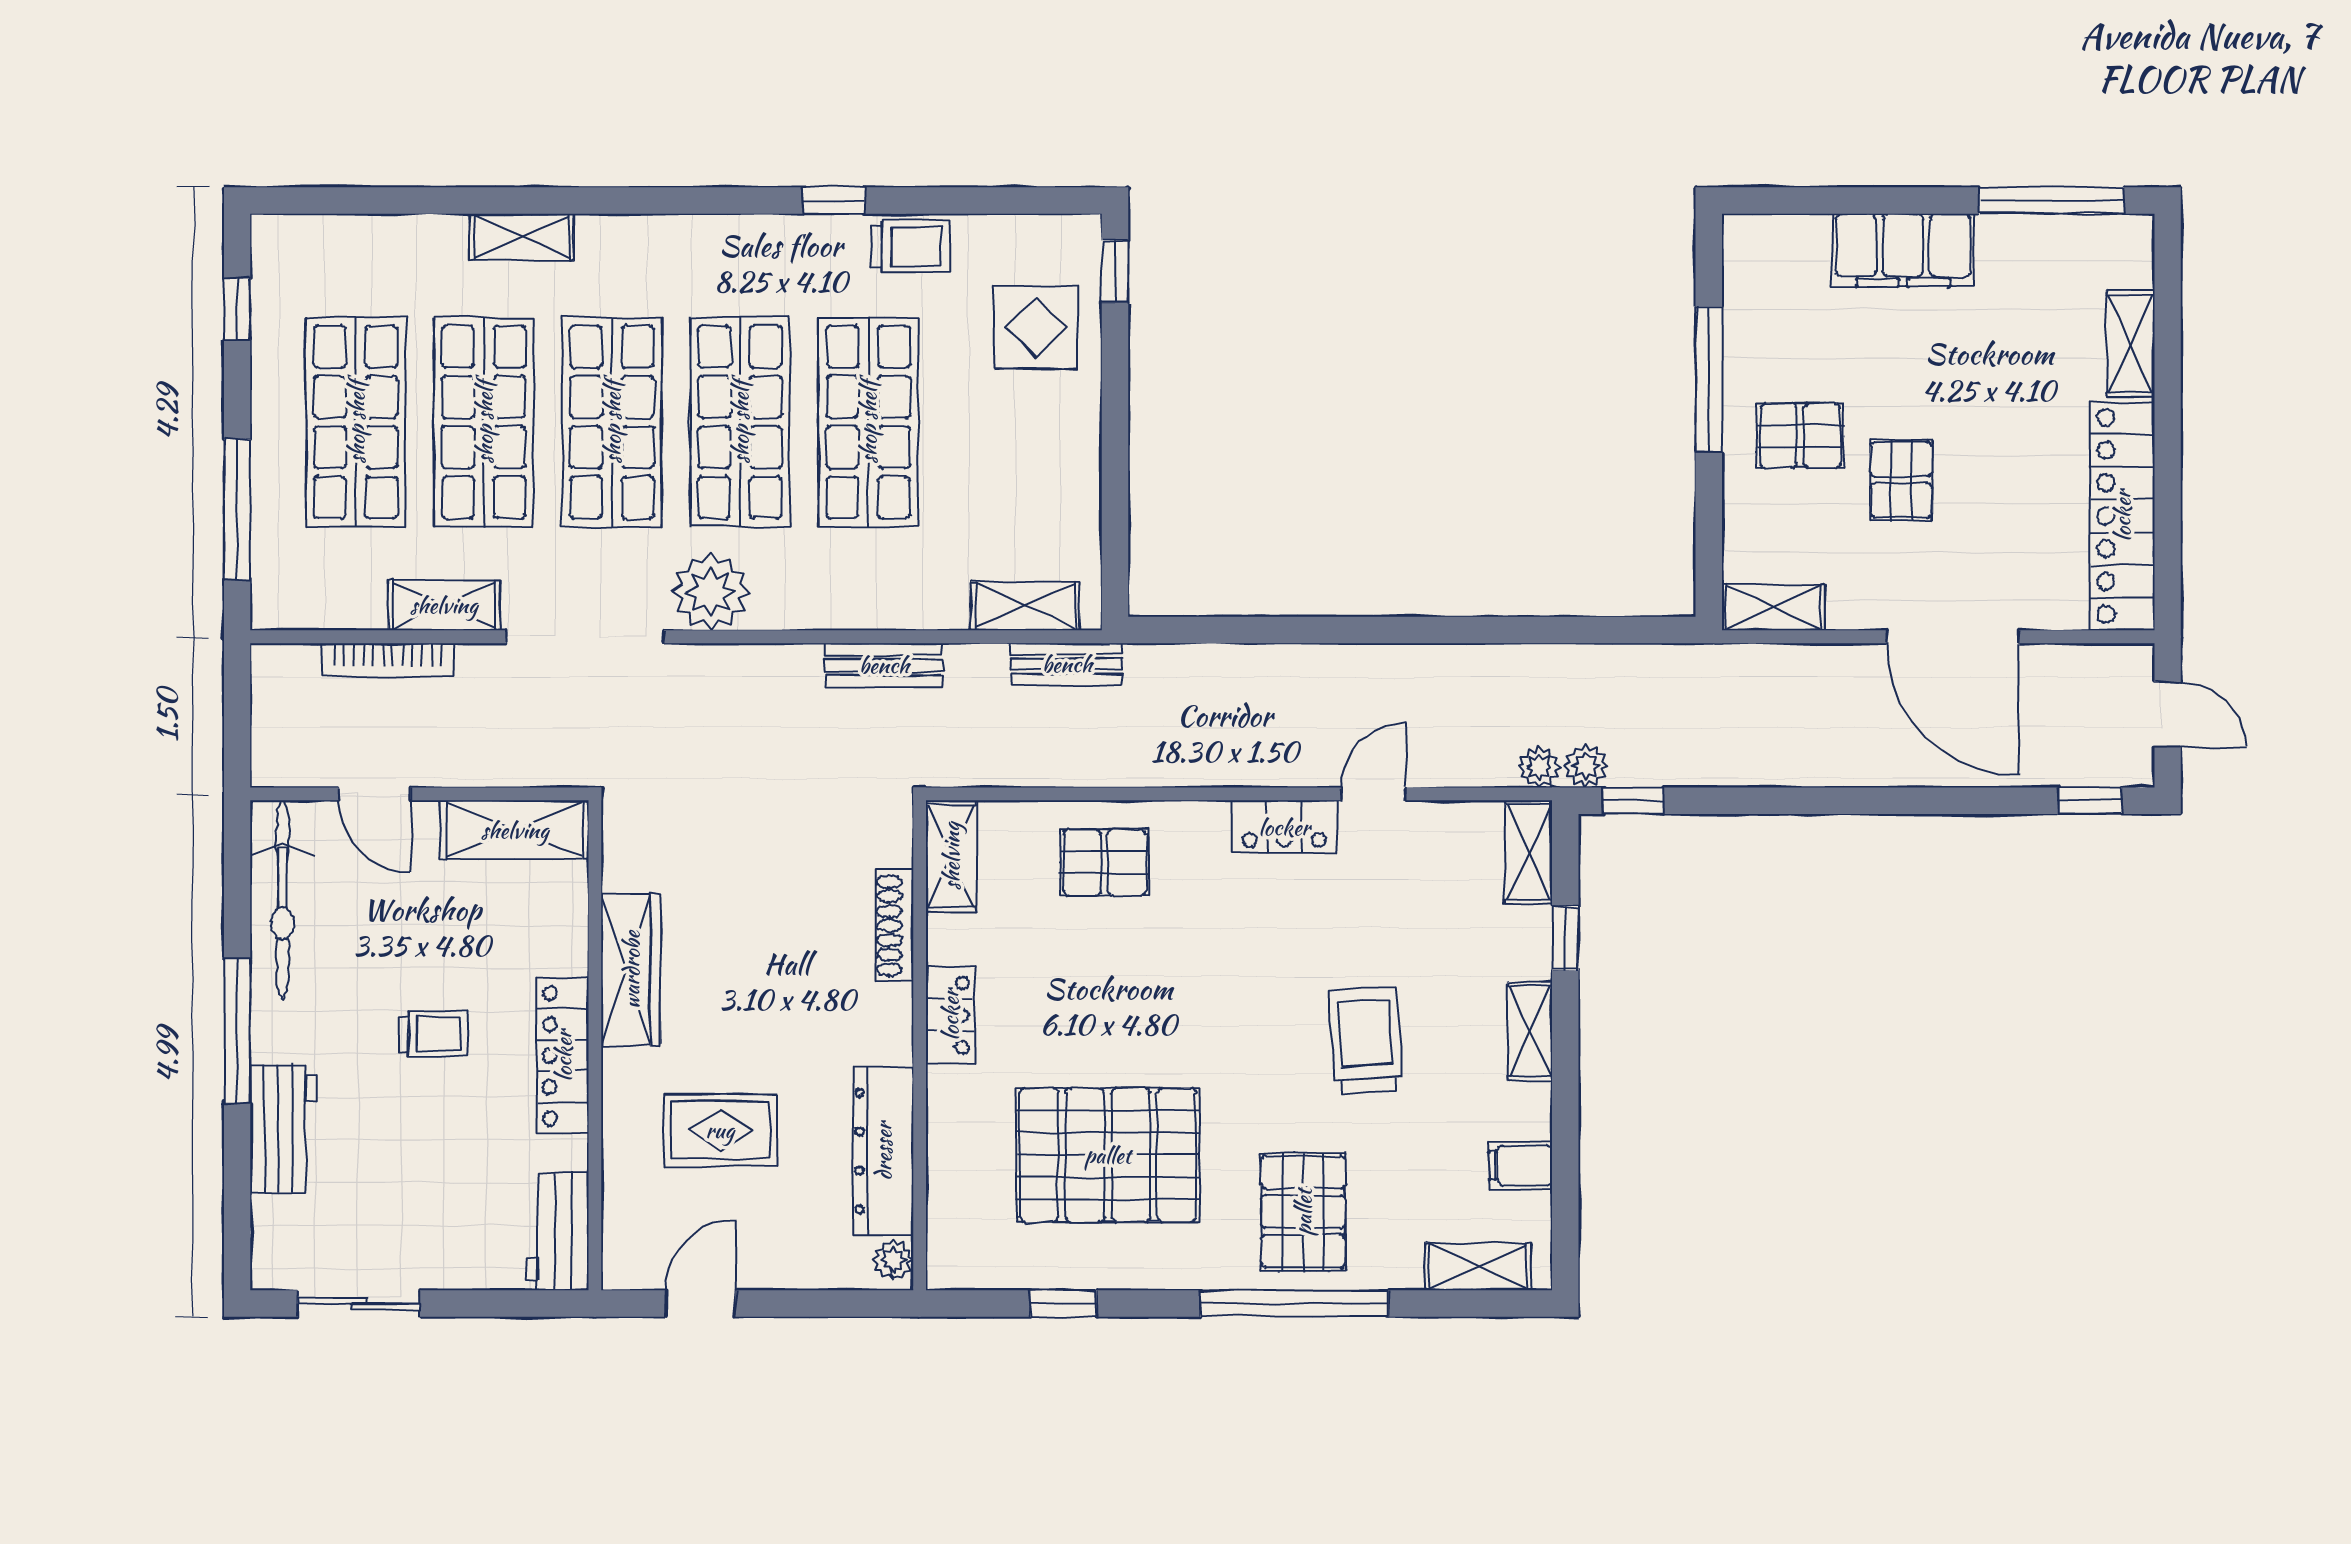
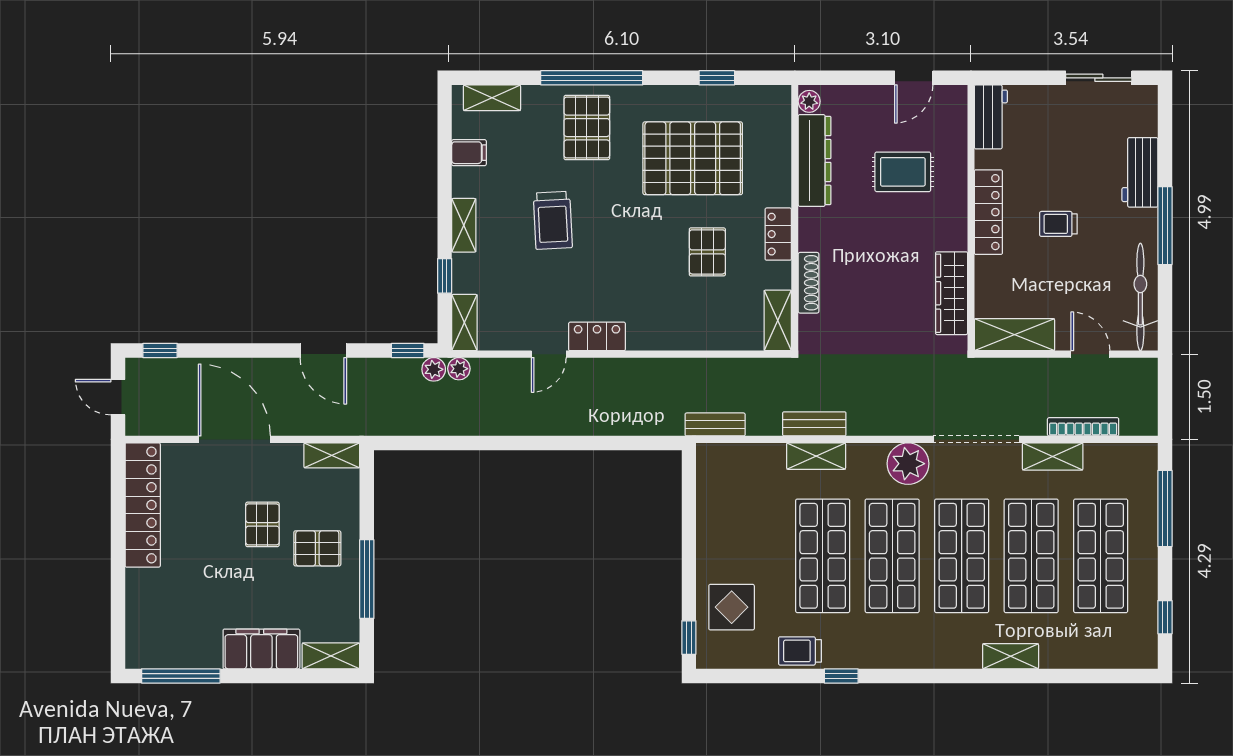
shelving: (2131, 344) -> (331, 656), moved, turned 90
shelving: (1025, 606) -> (816, 456), moved
door: (1789, 801) -> (323, 350), added
pallet: (1105, 863) -> (707, 252), moved, turned 90
wardrobe: (631, 970) -> (952, 293), moved

